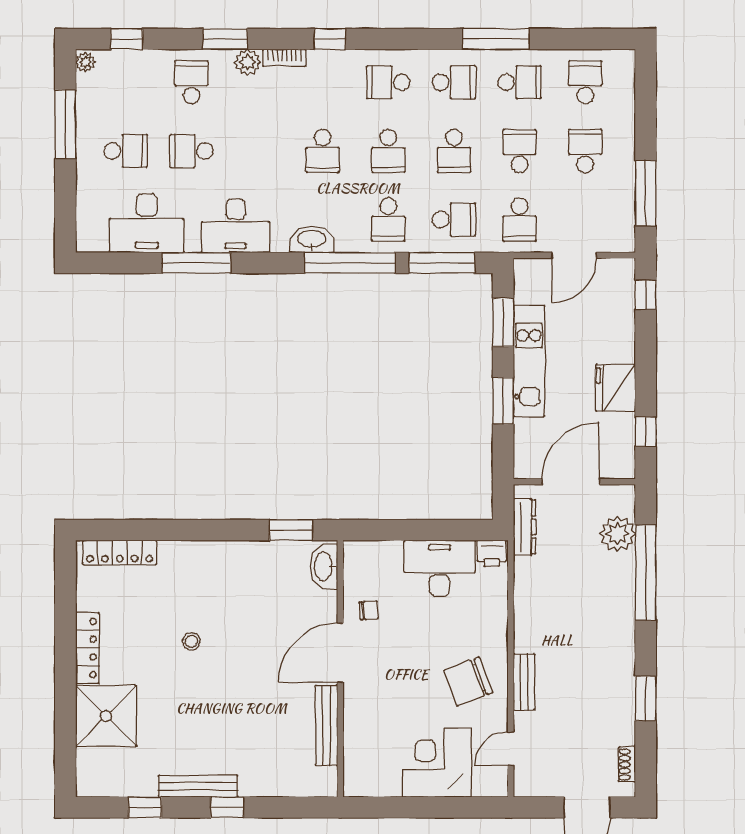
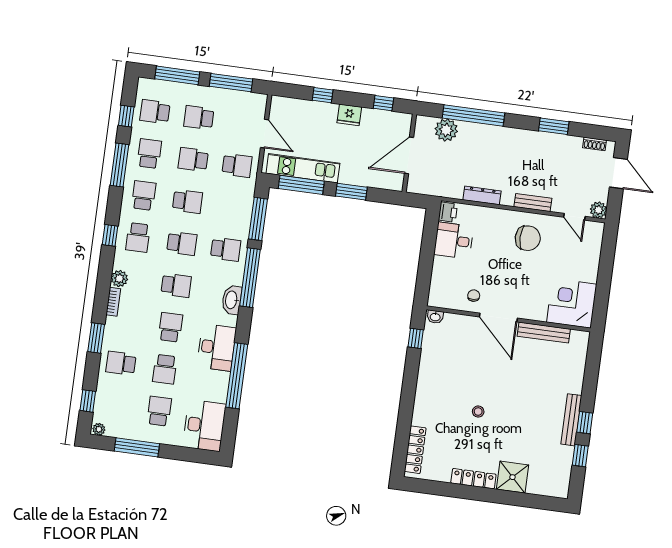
window: (330, 39) -> (110, 235), moved
window: (572, 39) -> (126, 116), added
plant: (248, 62) -> (119, 279), moved
window: (646, 109) -> (177, 75), added
school desk: (454, 220) -> (170, 327), moved
desk: (147, 223) -> (204, 426), moved
window: (196, 263) -> (237, 376), width x1.46
window: (646, 295) -> (323, 95), moved
window: (503, 322) -> (301, 185), width x1.44
kitchen unit: (529, 361) -> (303, 168), moved
fridge: (616, 388) -> (349, 115), width x0.73, depth x0.75
door: (571, 482) -> (409, 155), hinge flipped
dresser: (524, 527) -> (482, 195), moved
window: (291, 530) -> (416, 338), width x0.67
washbasin: (324, 566) -> (435, 317), width x0.52, depth x0.69
desk: (440, 568) -> (454, 241), width x0.73
chair: (468, 681) -> (528, 238), turned -69
shower: (106, 716) -> (512, 477), width x0.73, depth x0.73
corner desk: (437, 763) -> (572, 303), moved, turned 90
plant: (526, 784) -> (598, 210), added
window: (227, 807) -> (585, 423), moved

